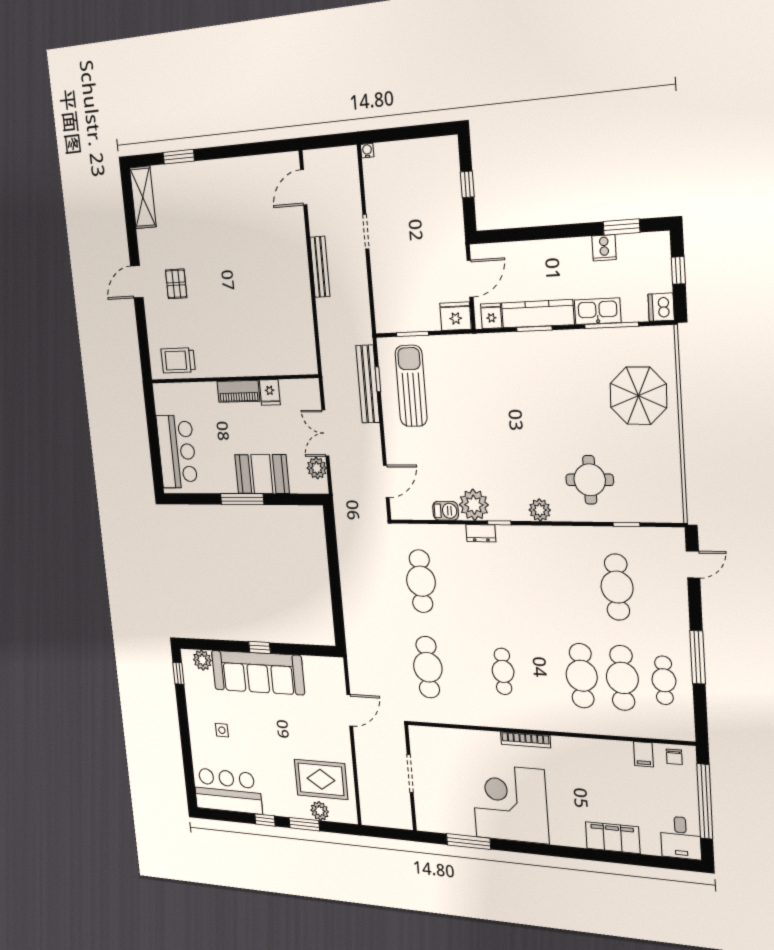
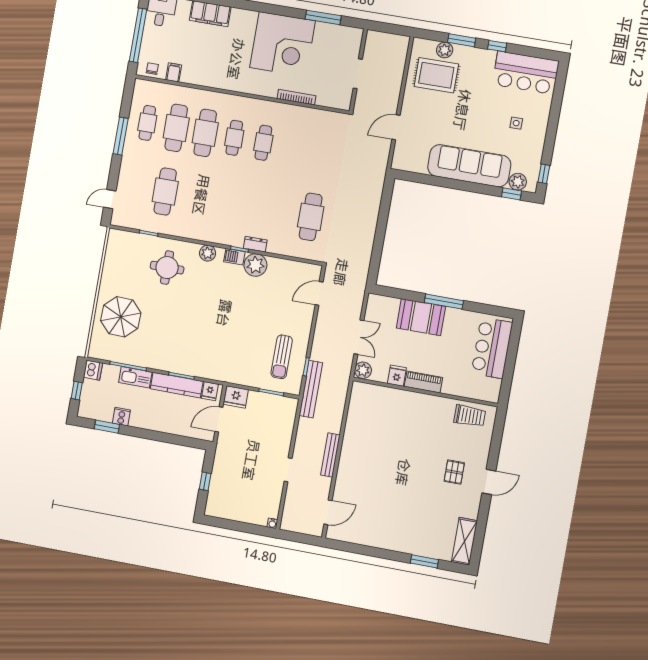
bench: (368, 384) -> (311, 389), moved
sun lounger: (411, 386) -> (282, 357), width x0.73, depth x0.75
plant: (317, 468) -> (363, 370), moved
barbecue: (446, 511) -> (234, 257), moved
window: (260, 647) -> (511, 194), moved
cafe table: (428, 667) -> (234, 138), moved, width x0.73, depth x0.74
bookcase: (526, 740) -> (296, 97), moved

